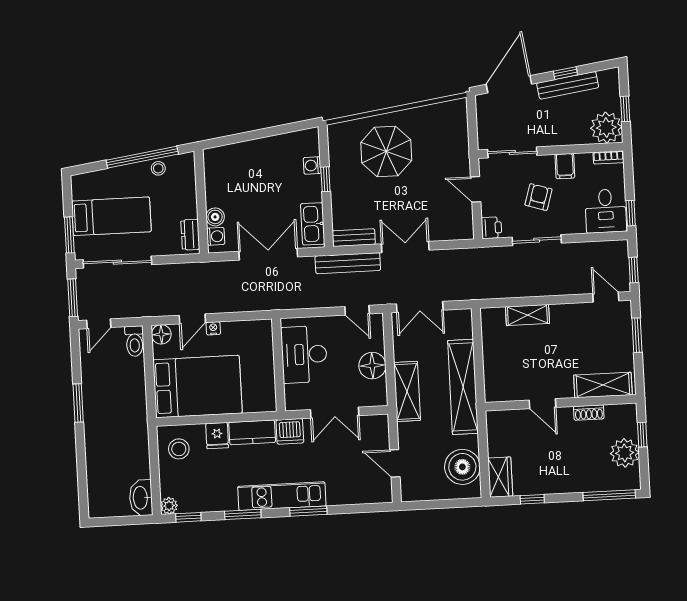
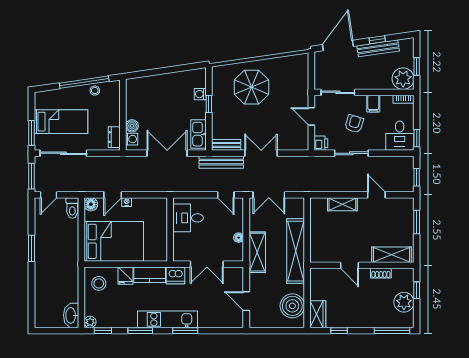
door: (606, 297) -> (376, 195), moved
desk: (304, 354) -> (188, 218), width x0.73
floor lamp: (372, 366) -> (239, 238), width x0.53, depth x0.53

